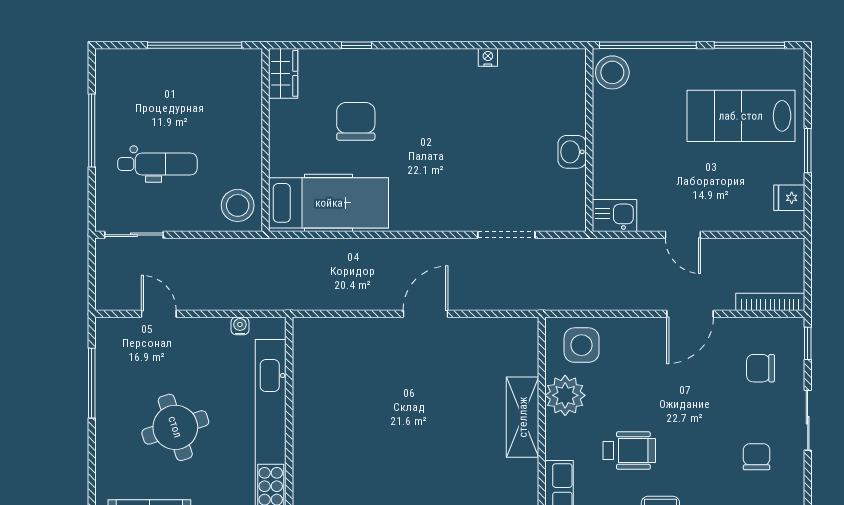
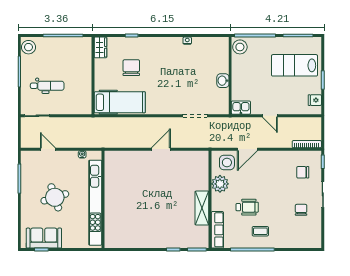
stool: (238, 205) -> (28, 47), moved
door: (690, 314) -> (247, 149), moved
shelving: (523, 417) -> (202, 208), moved

